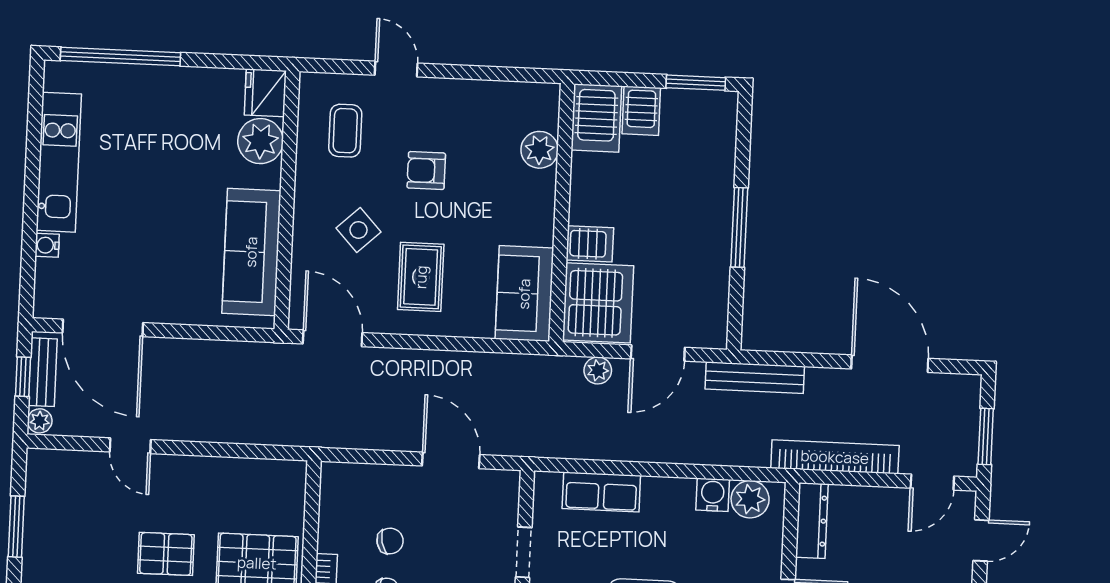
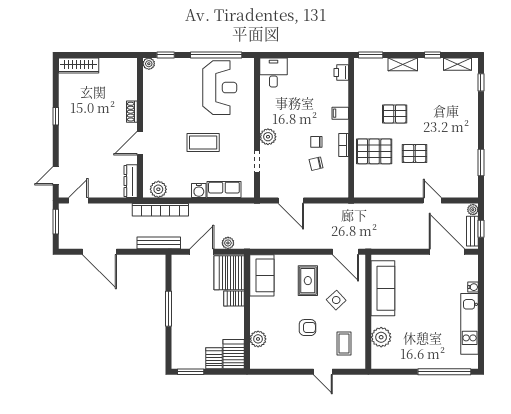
fridge: (265, 93) -> (380, 359), removed
bookcase: (835, 457) -> (160, 210), moved
water cooler: (713, 495) -> (199, 190), moved

